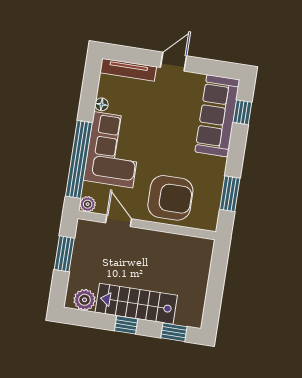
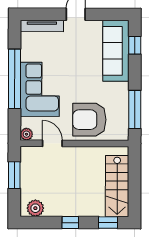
floor lamp: (102, 104) -> (25, 56), removed
window: (79, 159) -> (14, 79), moved
window: (230, 194) -> (135, 109), width x1.44
armchair: (170, 198) -> (89, 120), turned 180
stairs: (136, 304) -> (117, 186), moved, turned -90

